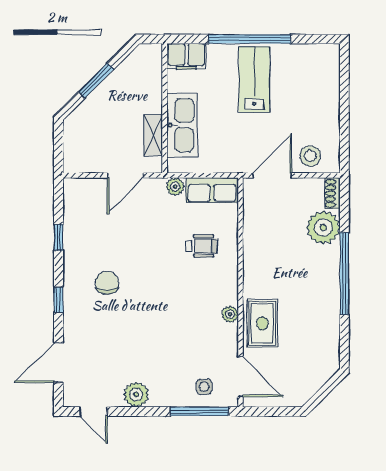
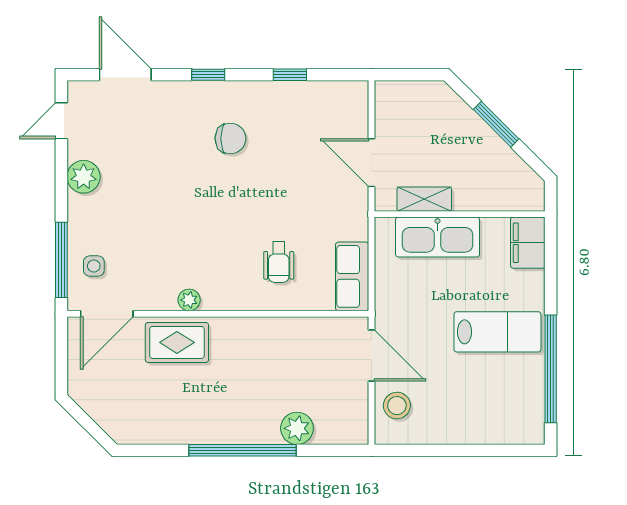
window: (250, 39) -> (551, 369), moved
plant: (175, 187) -> (357, 228), removed
shoe rack: (332, 193) -> (348, 435), removed
plant: (323, 228) -> (297, 428), width x0.73, depth x0.73

